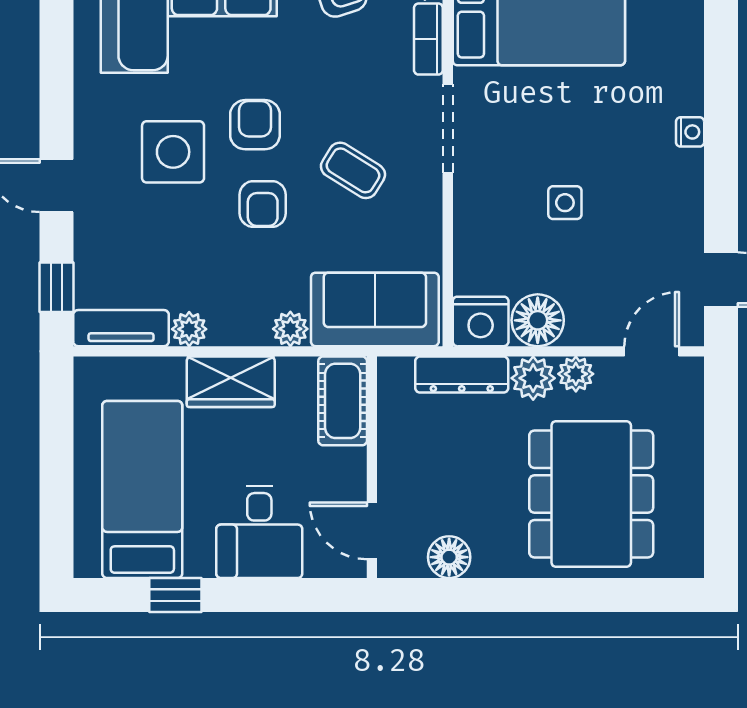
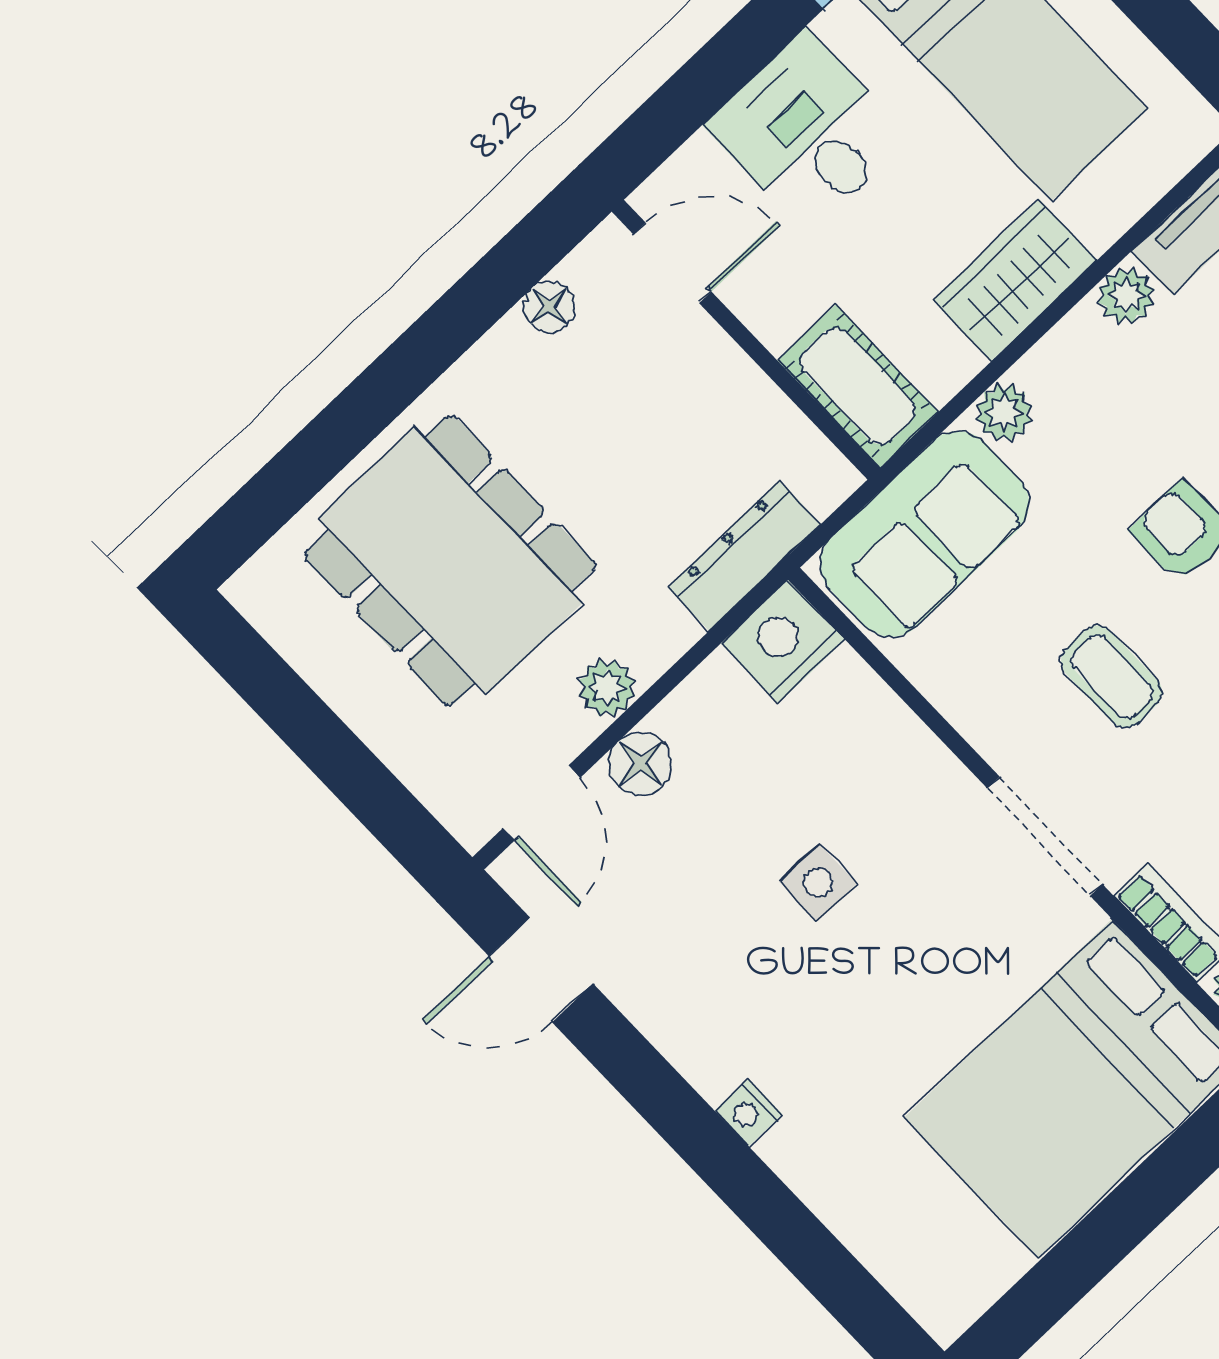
coffee table: (353, 170) -> (1111, 677), turned 58
floor lamp: (538, 320) -> (640, 764), moved, width x0.73, depth x0.73
plant: (533, 378) -> (654, 634), removed
floor lamp: (449, 557) -> (549, 307), width x0.73, depth x0.73

